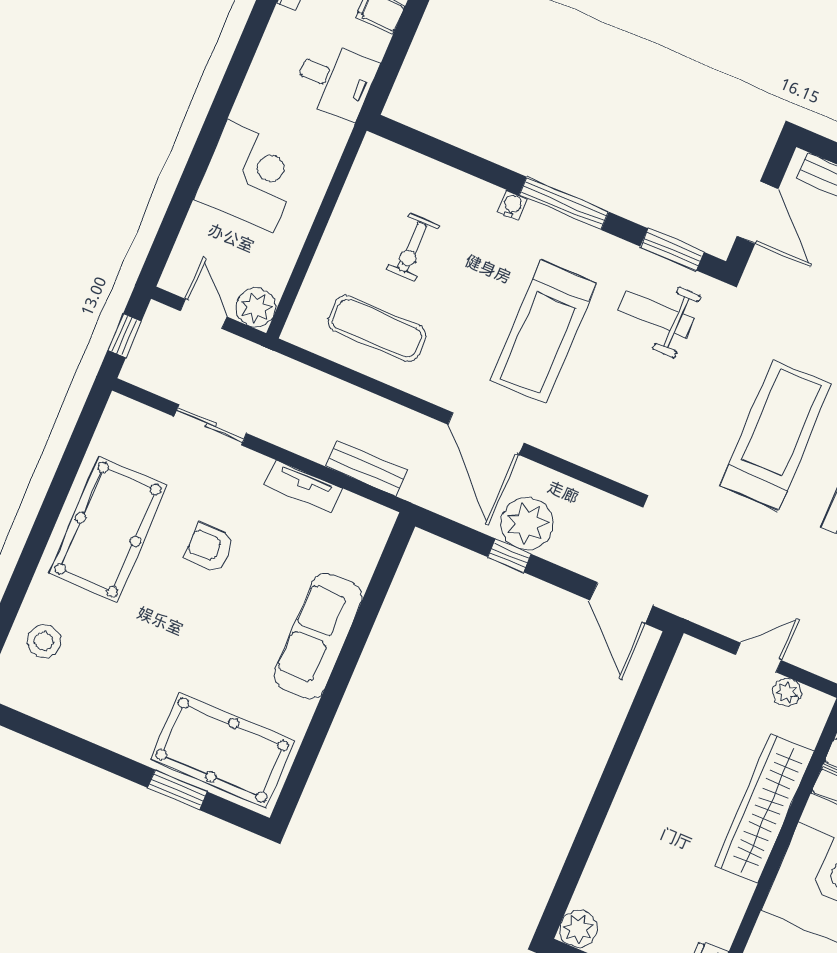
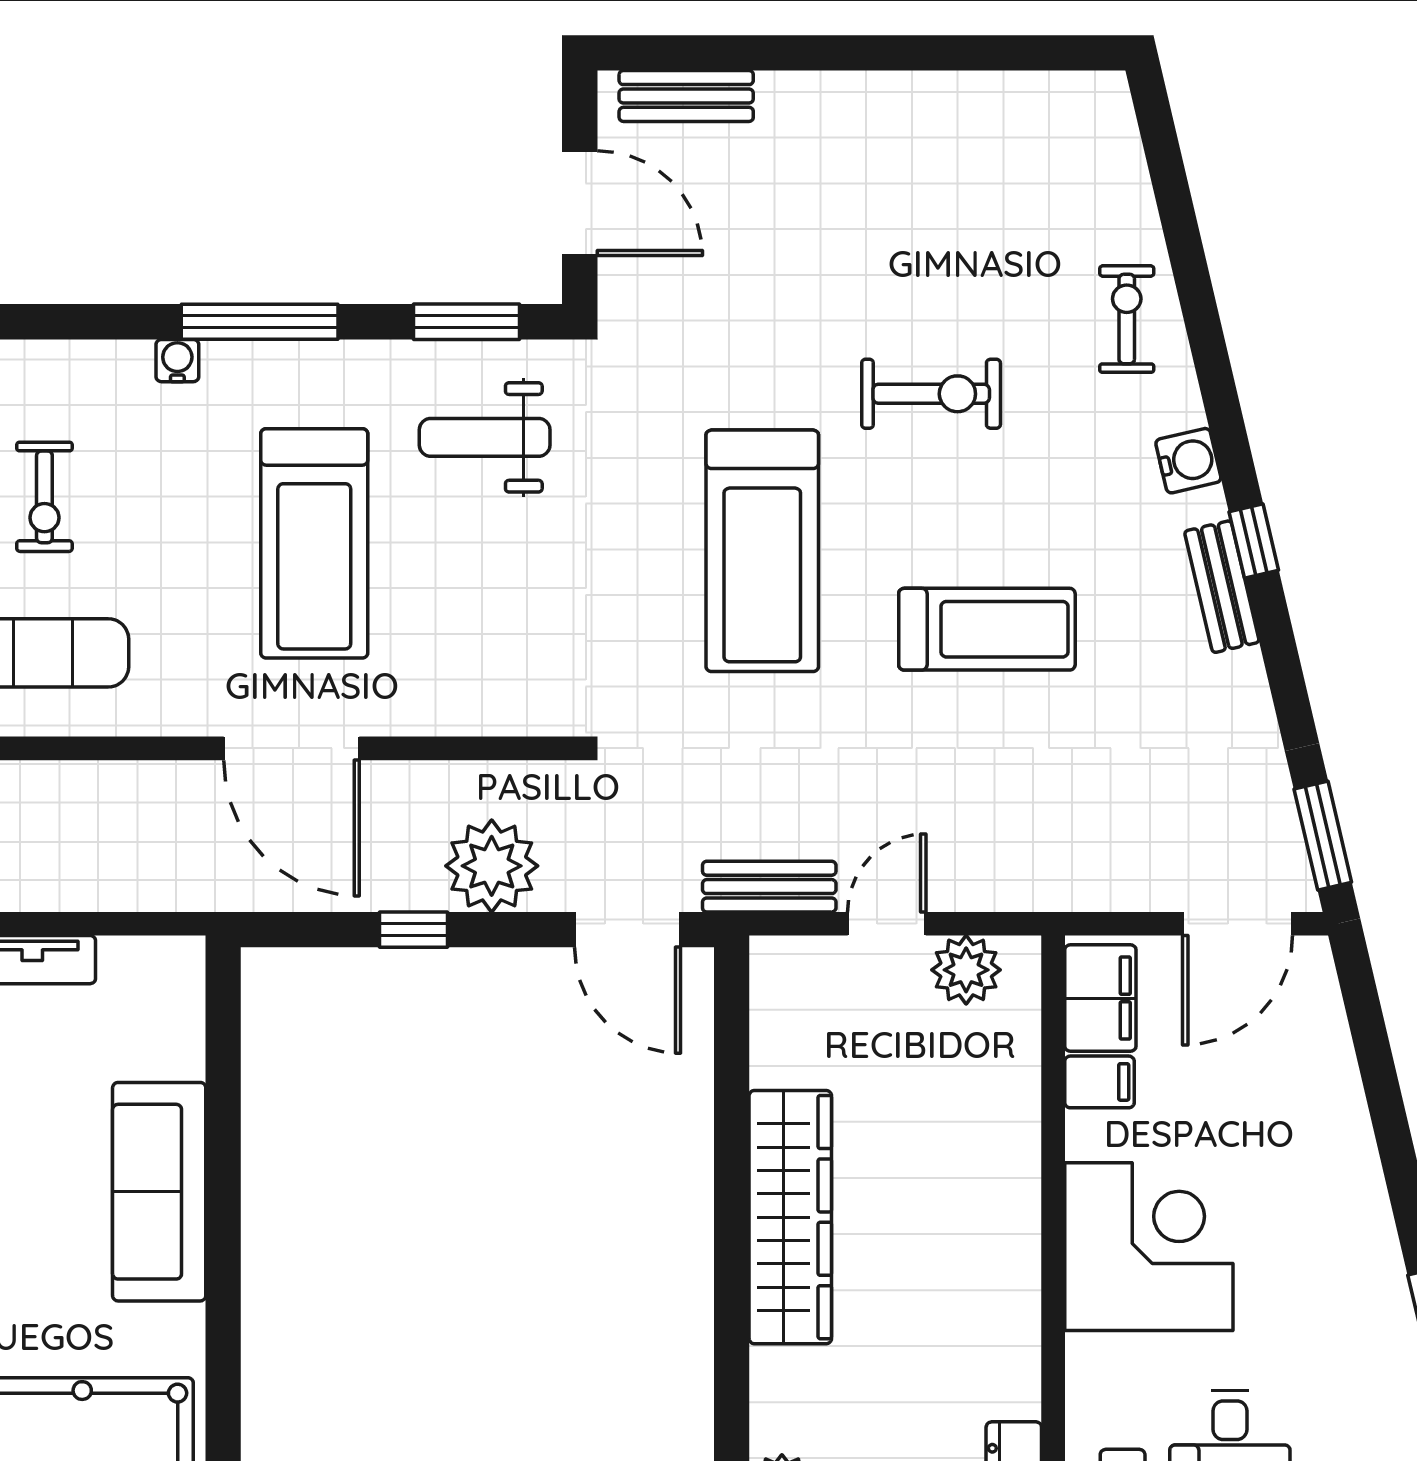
treadmill: (776, 435) -> (762, 551), turned 180
bench: (366, 468) -> (769, 887), moved
plant: (527, 524) -> (492, 866), moved
plant: (787, 692) -> (966, 970), width x1.38, depth x1.38
wardrobe: (764, 809) -> (790, 1217), moved, turned 180

